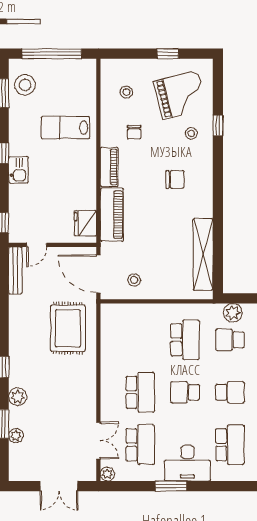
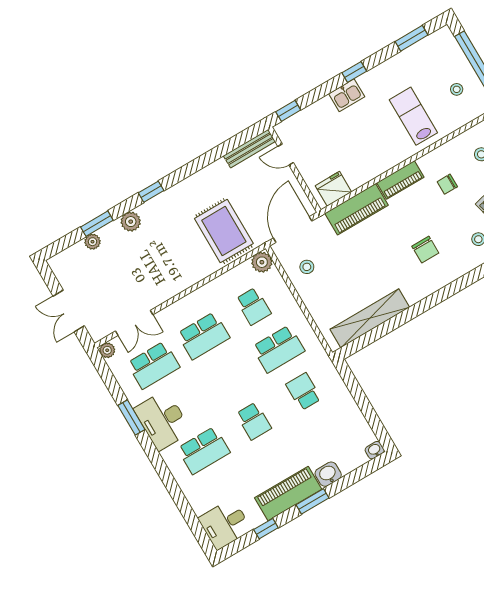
stool: (25, 85) -> (457, 89), moved, width x0.53, depth x0.53
plant: (233, 313) -> (262, 262), moved
rug: (68, 328) -> (224, 231), turned 90
school desk: (185, 392) -> (253, 306), moved, turned 180

